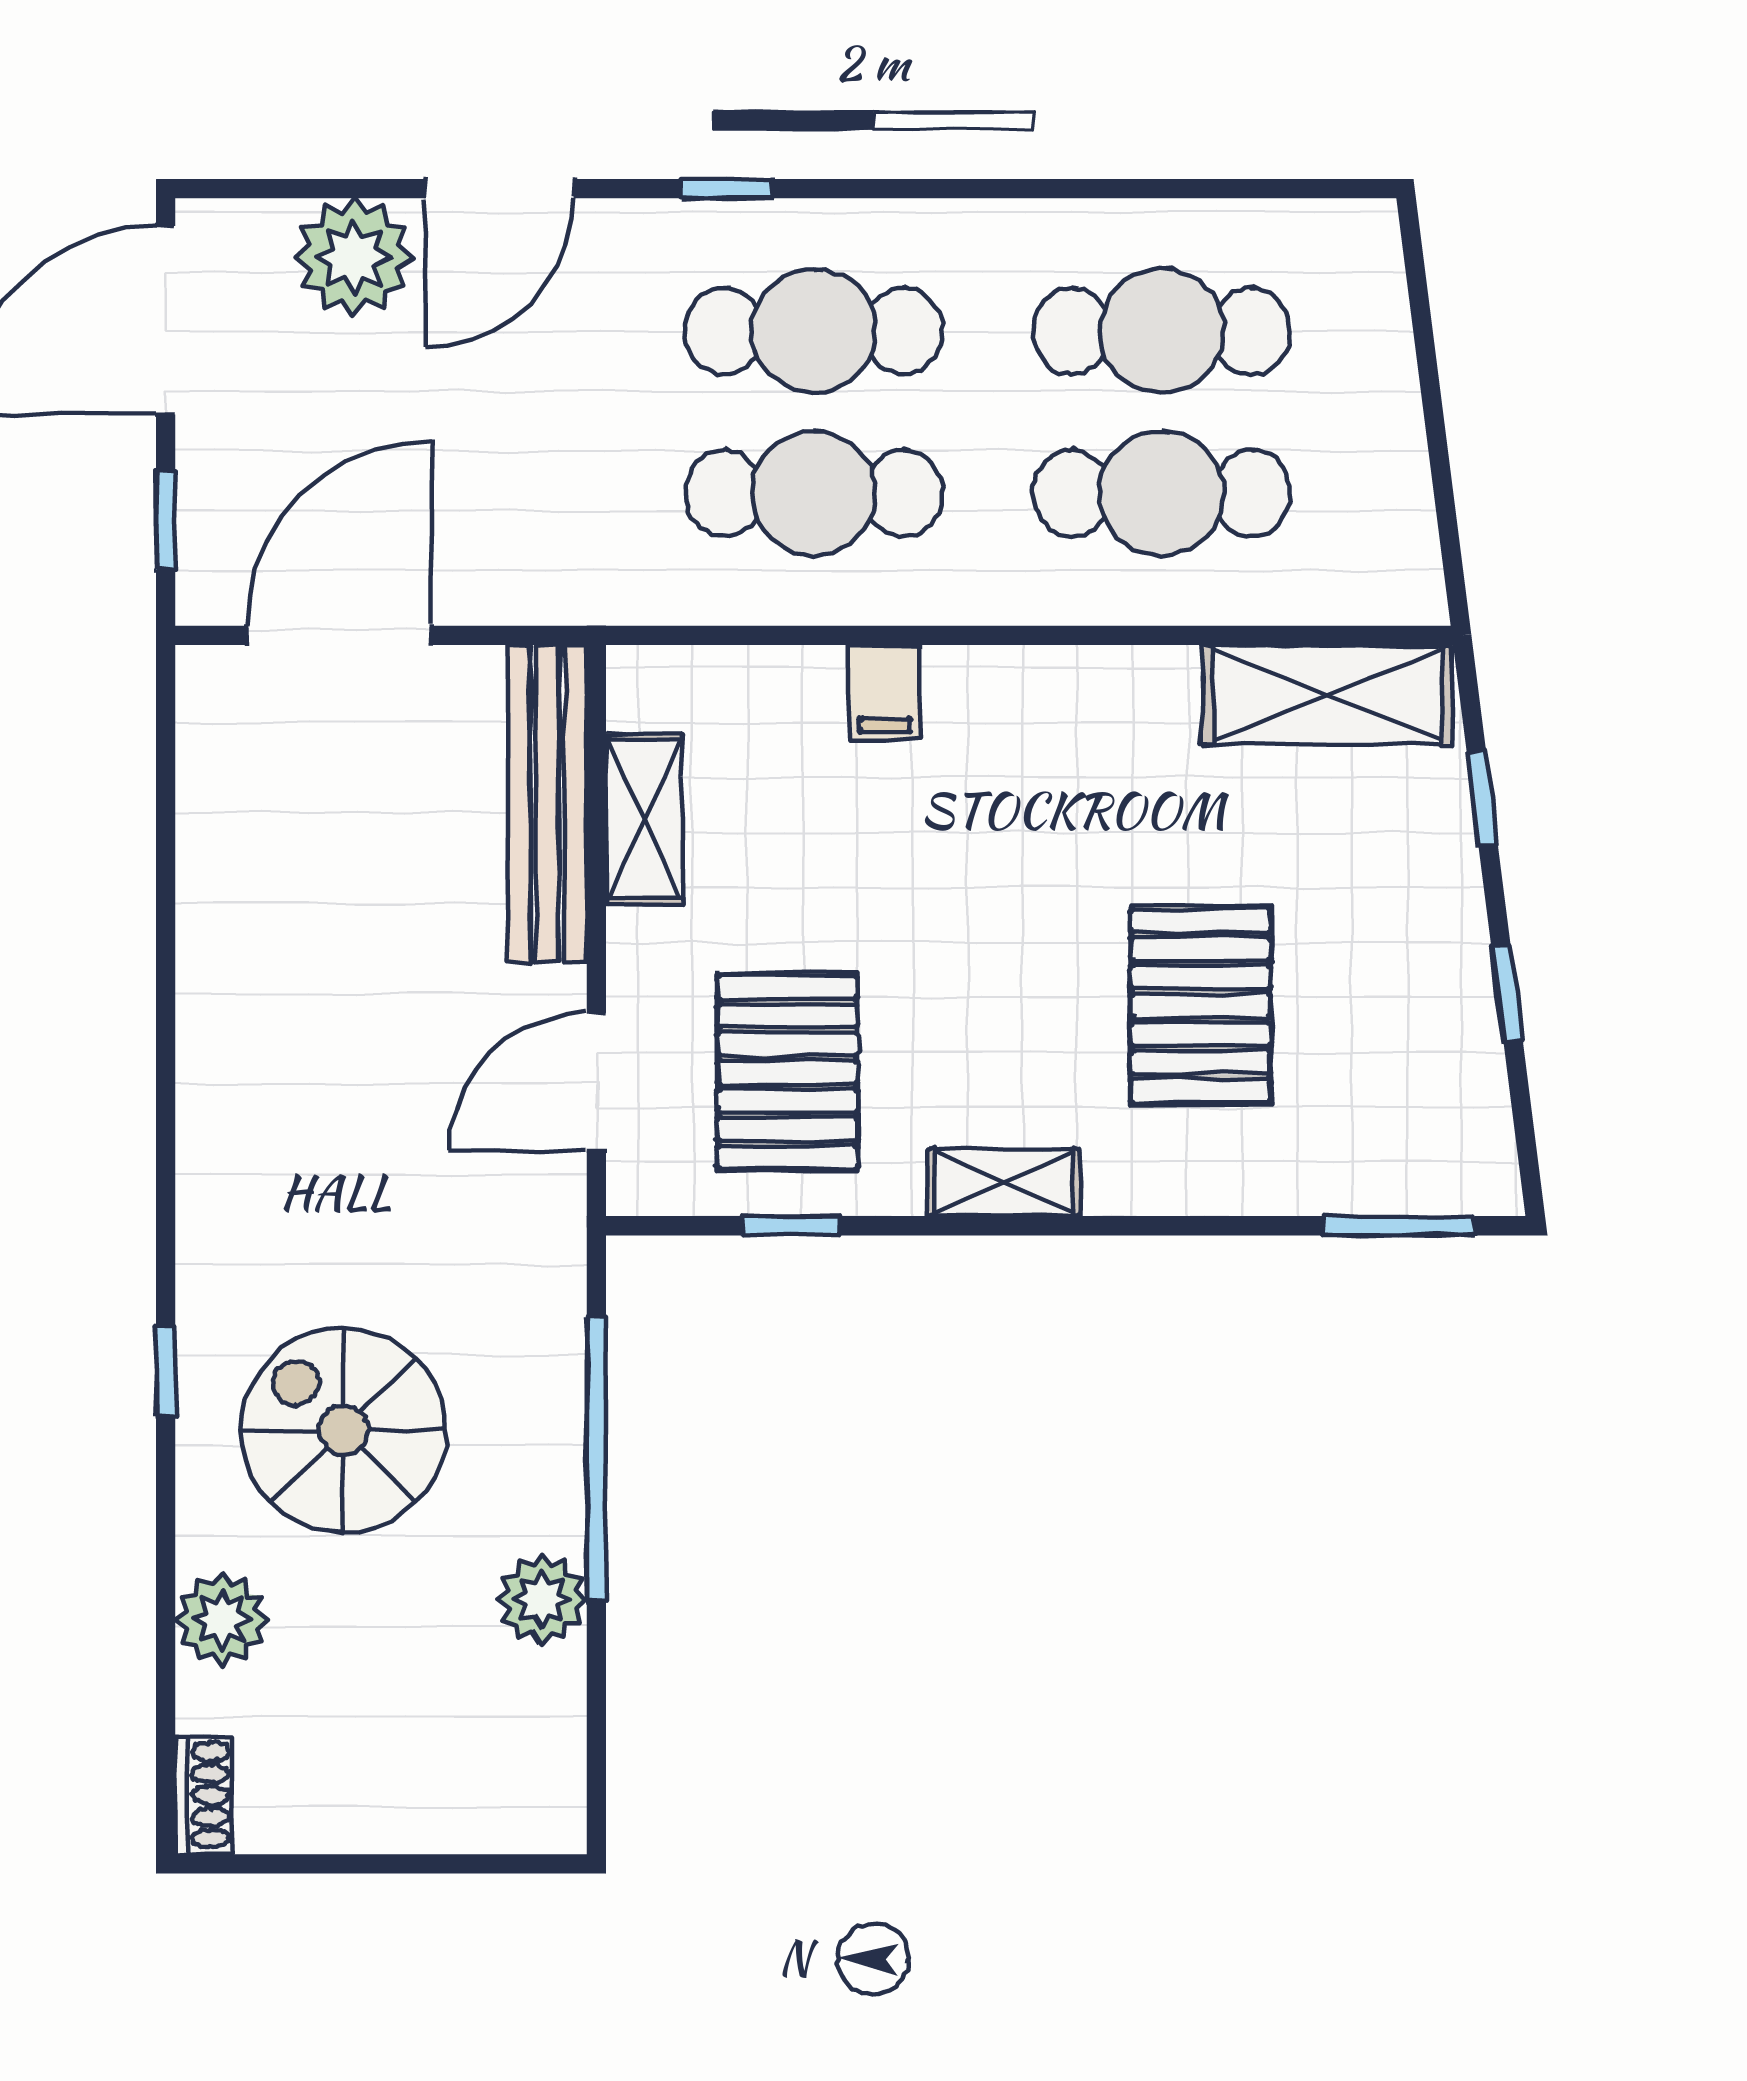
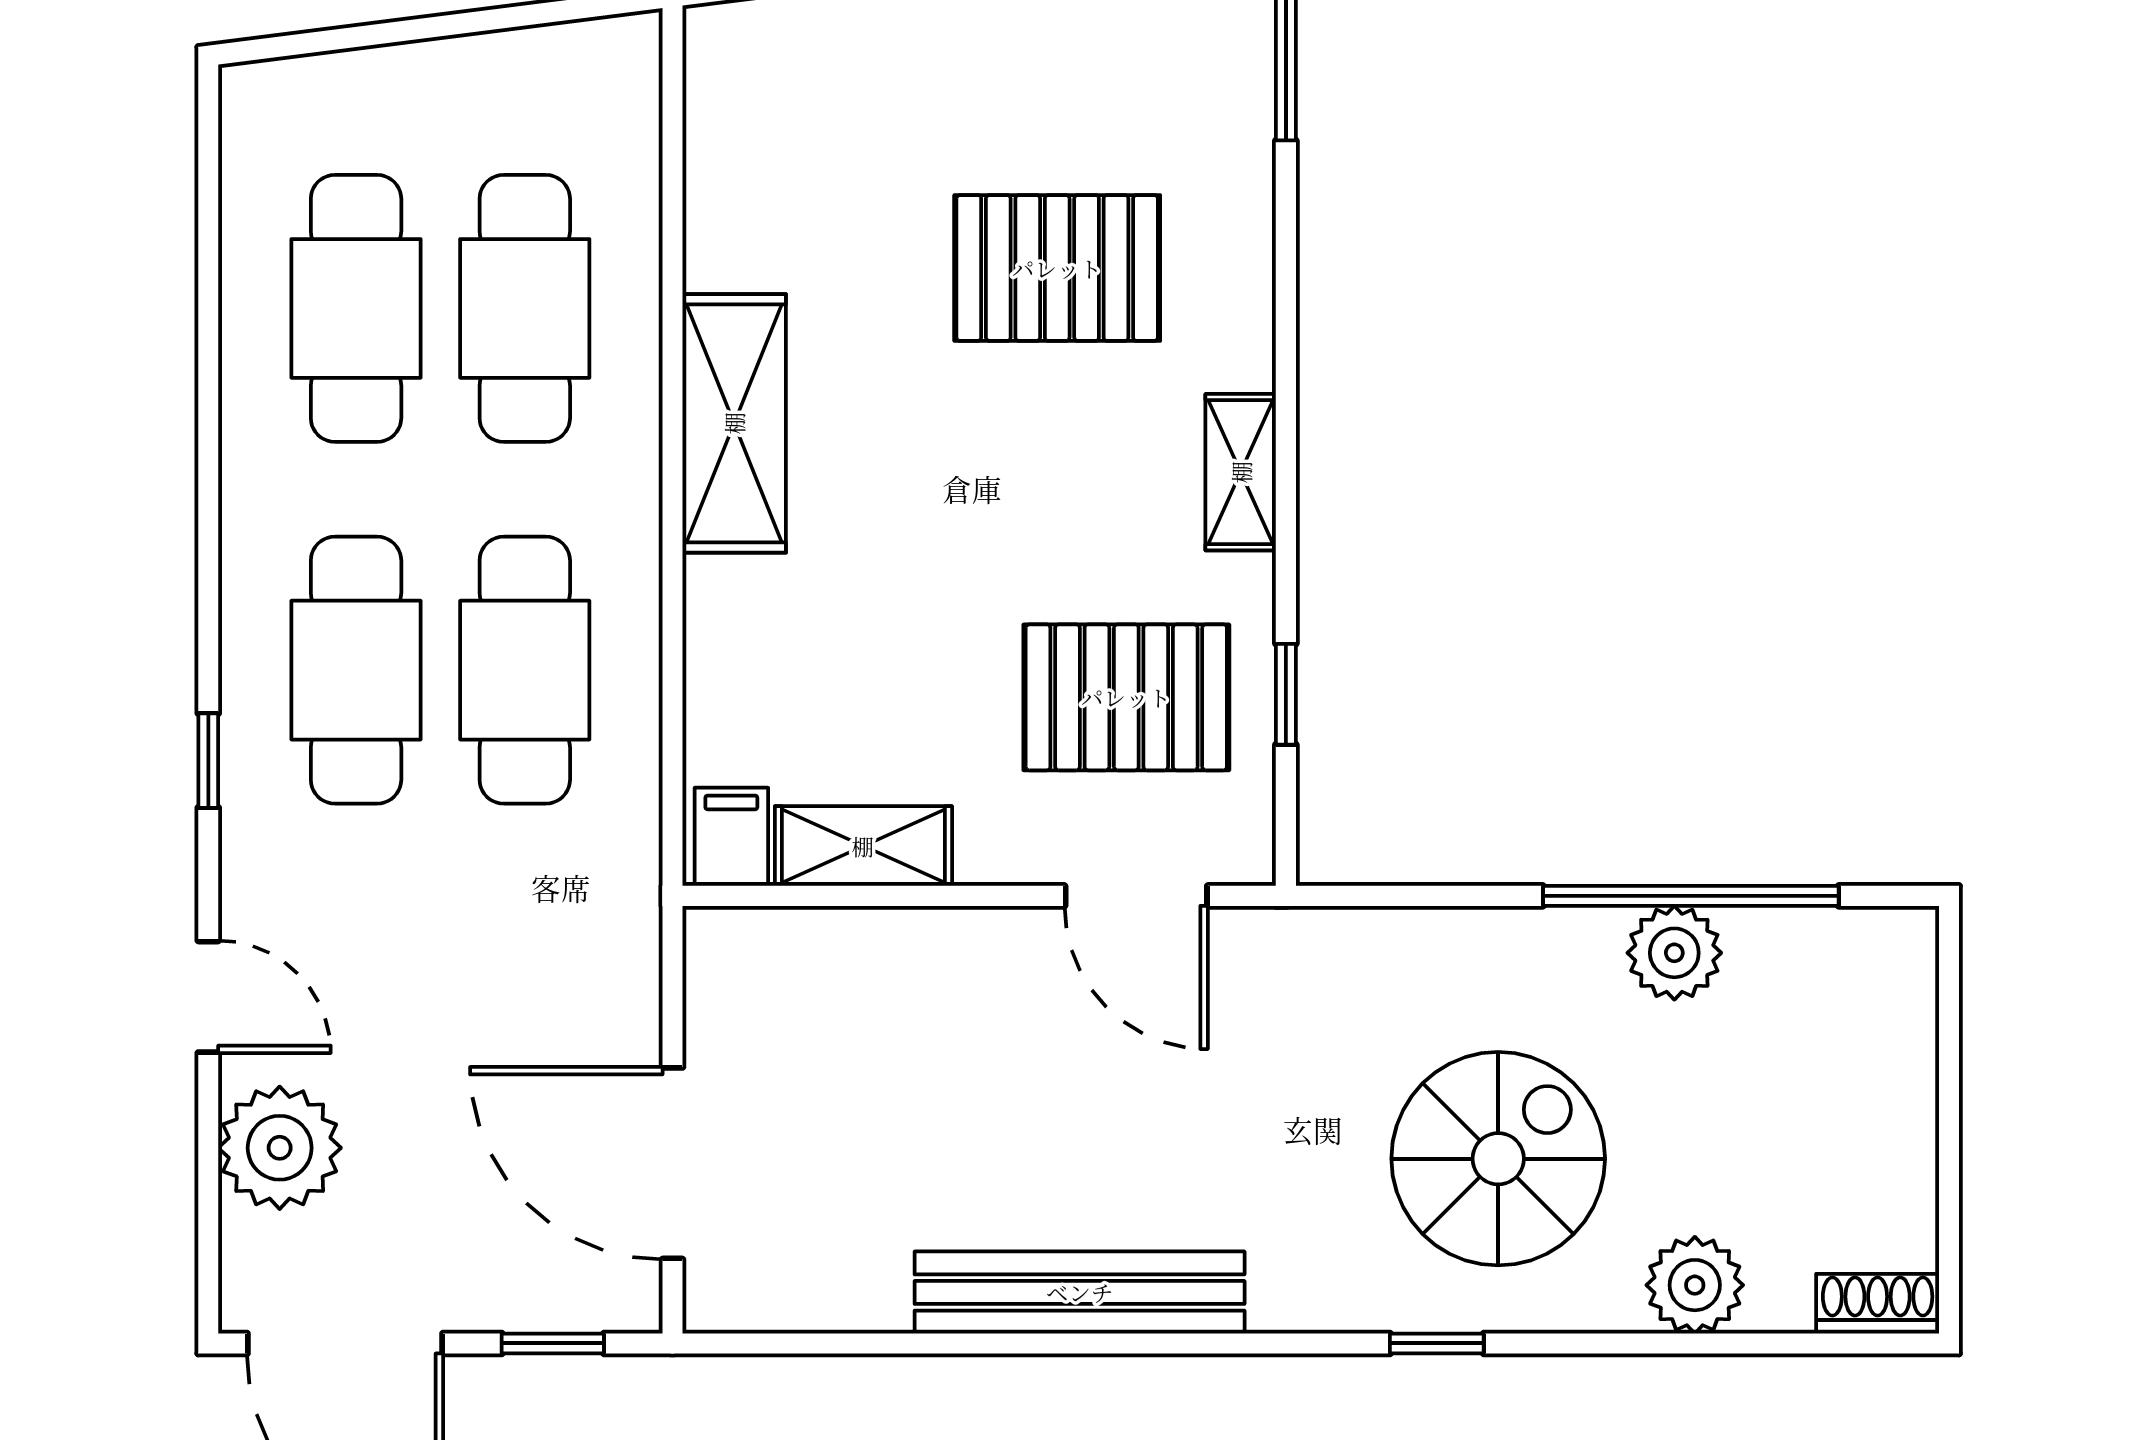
door: (499, 189) -> (208, 997), width x0.73
filing cabinet: (885, 692) -> (731, 837), moved, turned -90
shelving: (1328, 695) -> (734, 423), moved
bench: (547, 804) -> (1080, 1292), moved
spiral stairs: (343, 1430) -> (1498, 1159), turned 180
window: (596, 1459) -> (1691, 896), moved

